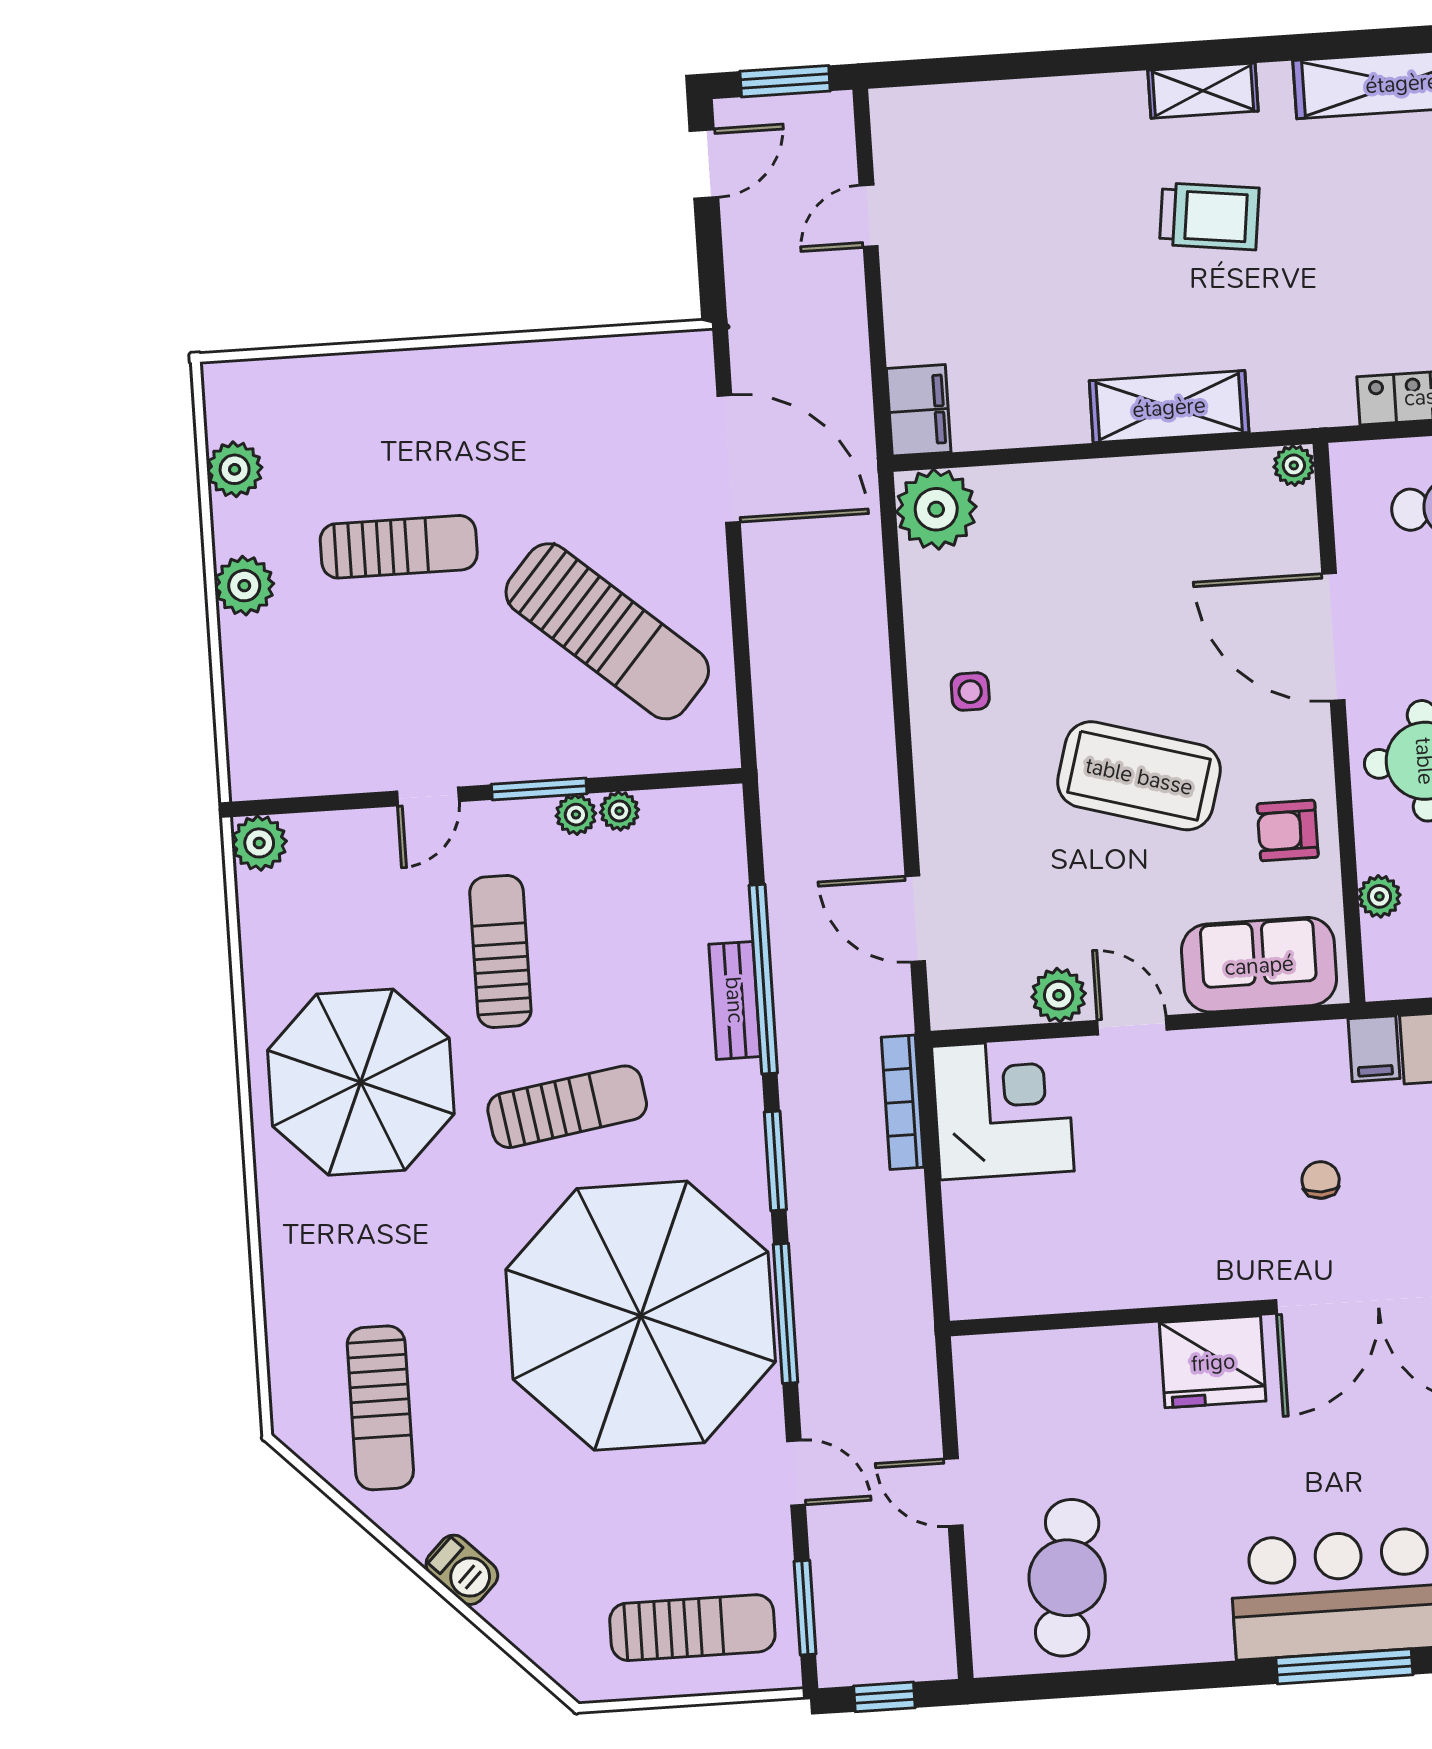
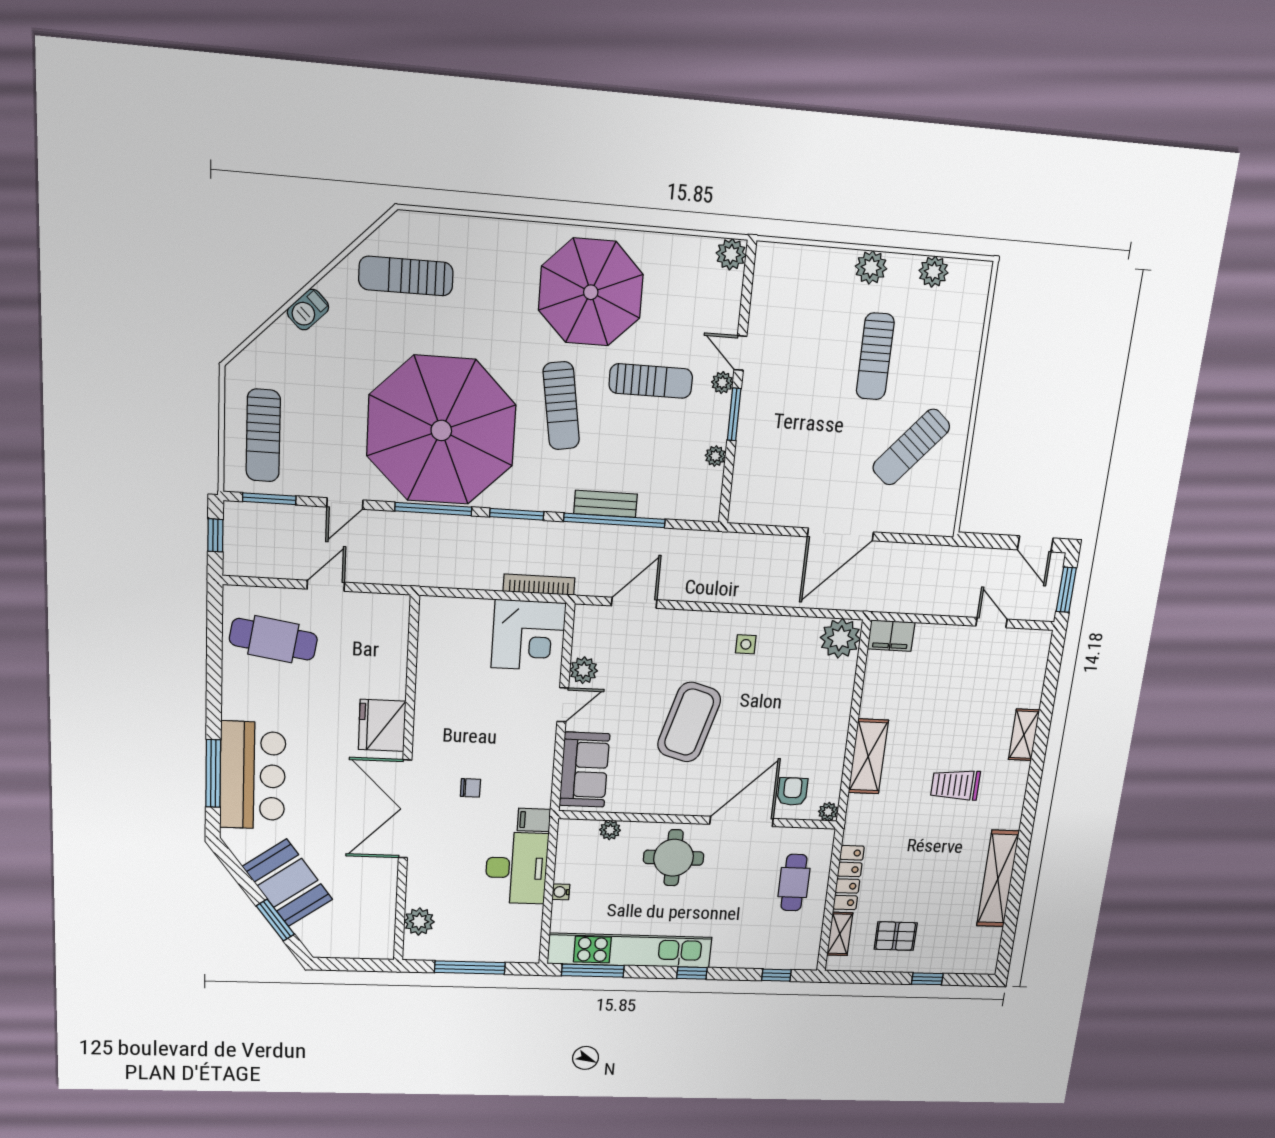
shelving: (1203, 91) -> (1024, 735), moved
trolley: (1209, 216) -> (955, 785), turned 83
door: (729, 459) -> (840, 534), moved
sun lounger: (607, 631) -> (911, 447), moved, width x0.73, depth x0.75
plant: (576, 815) -> (722, 383), moved
armchair: (1288, 830) -> (792, 792), moved

